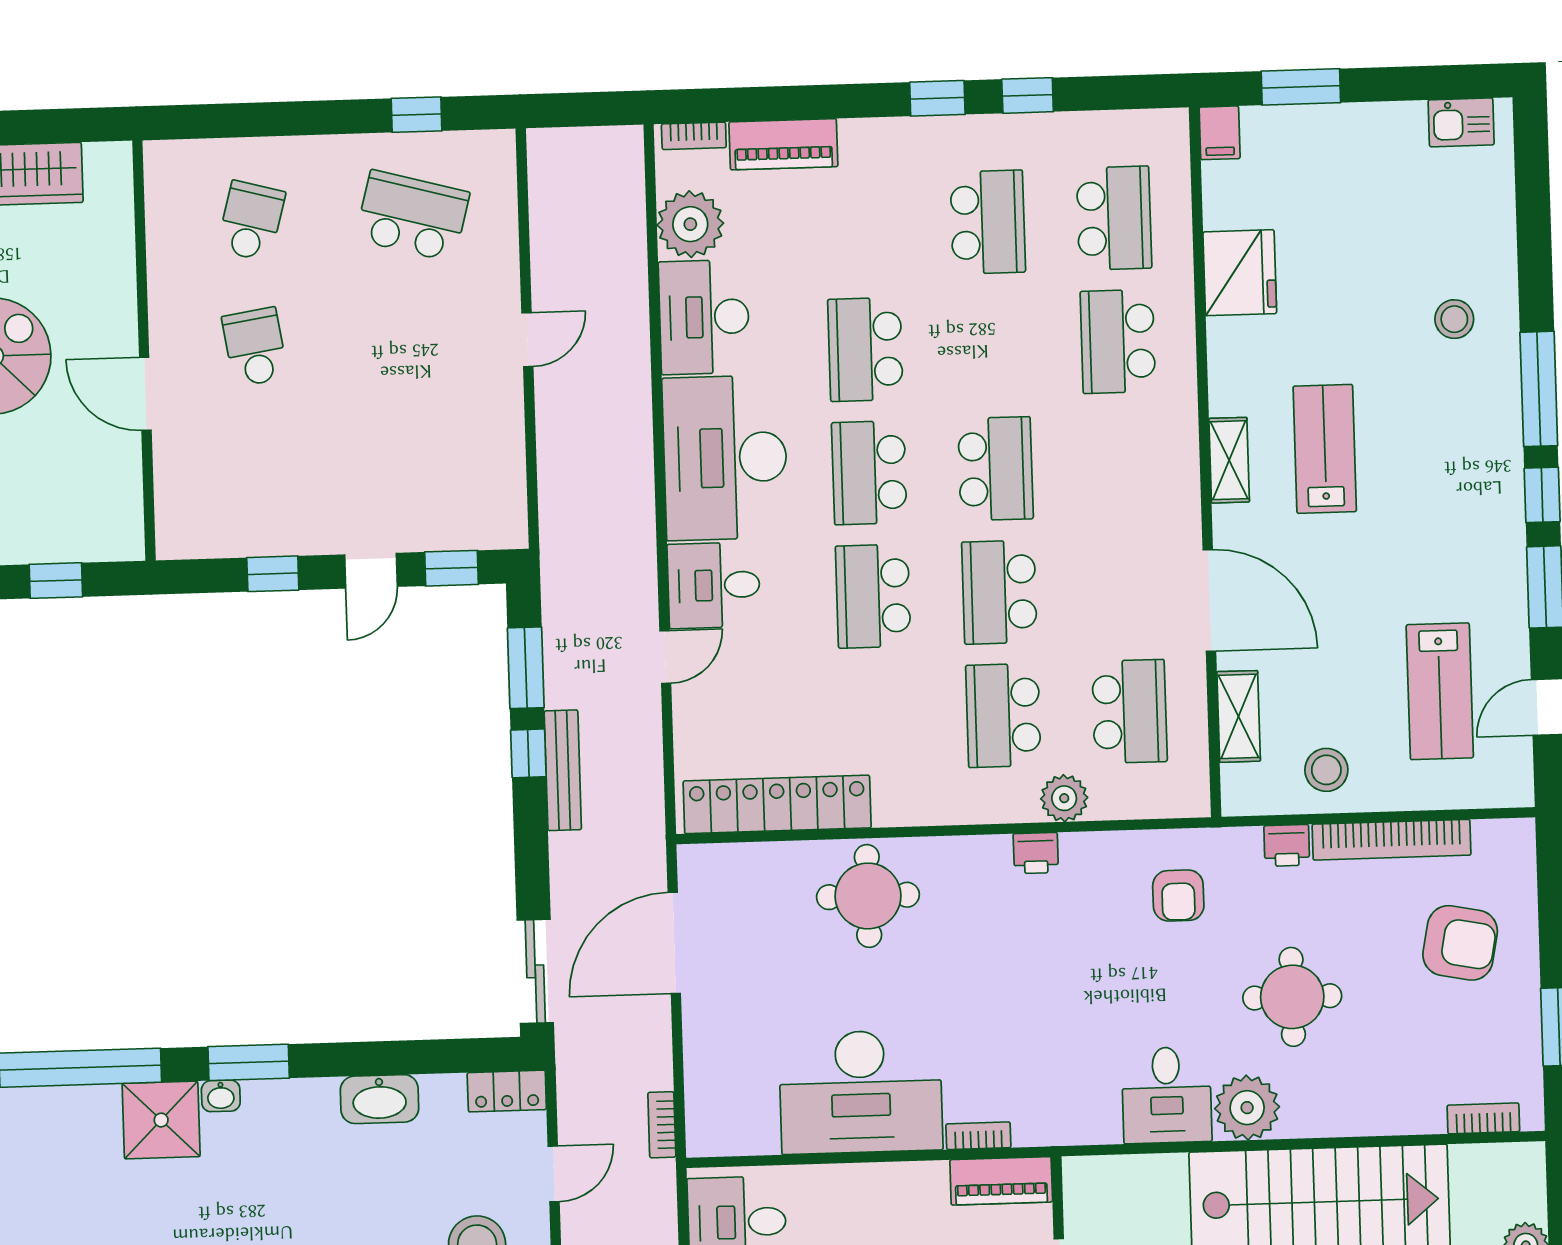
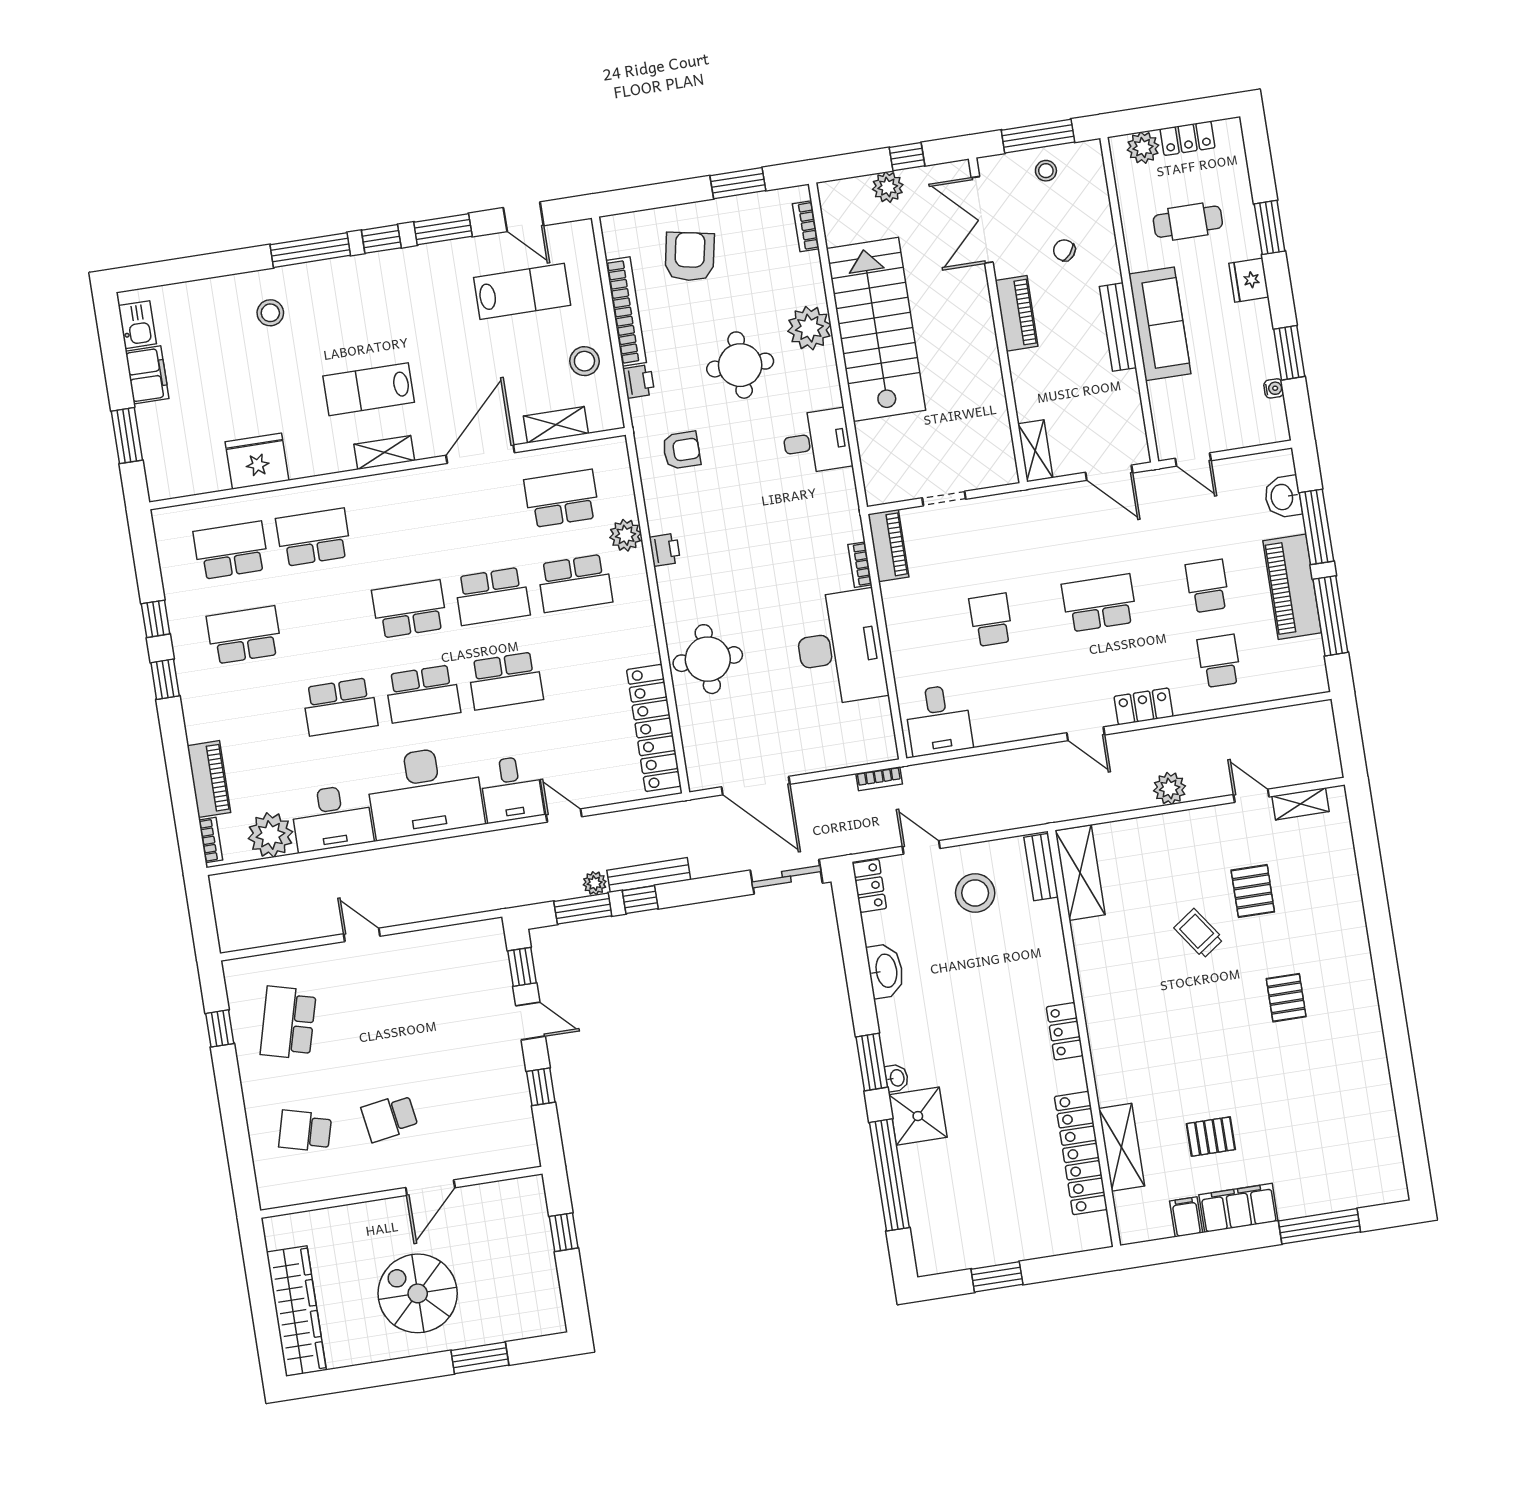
filing cabinet: (1220, 133) -> (147, 375), moved, width x2.00
school desk: (1118, 341) -> (314, 537), turned 180
plant: (561, 690) -> (595, 883), added
plant: (1247, 1108) -> (809, 328), moved

